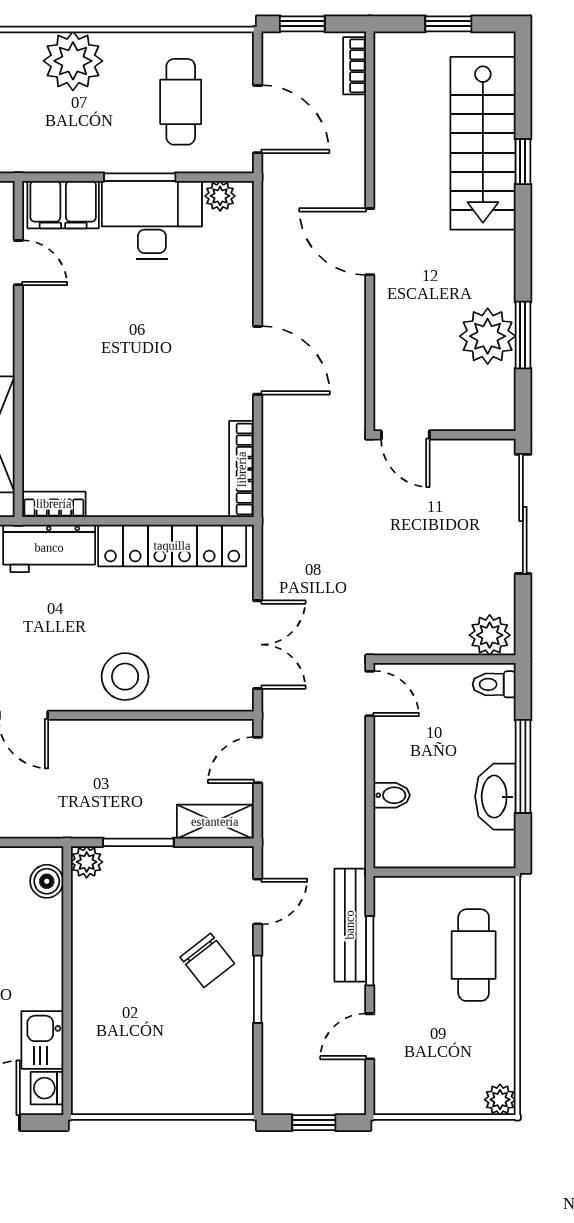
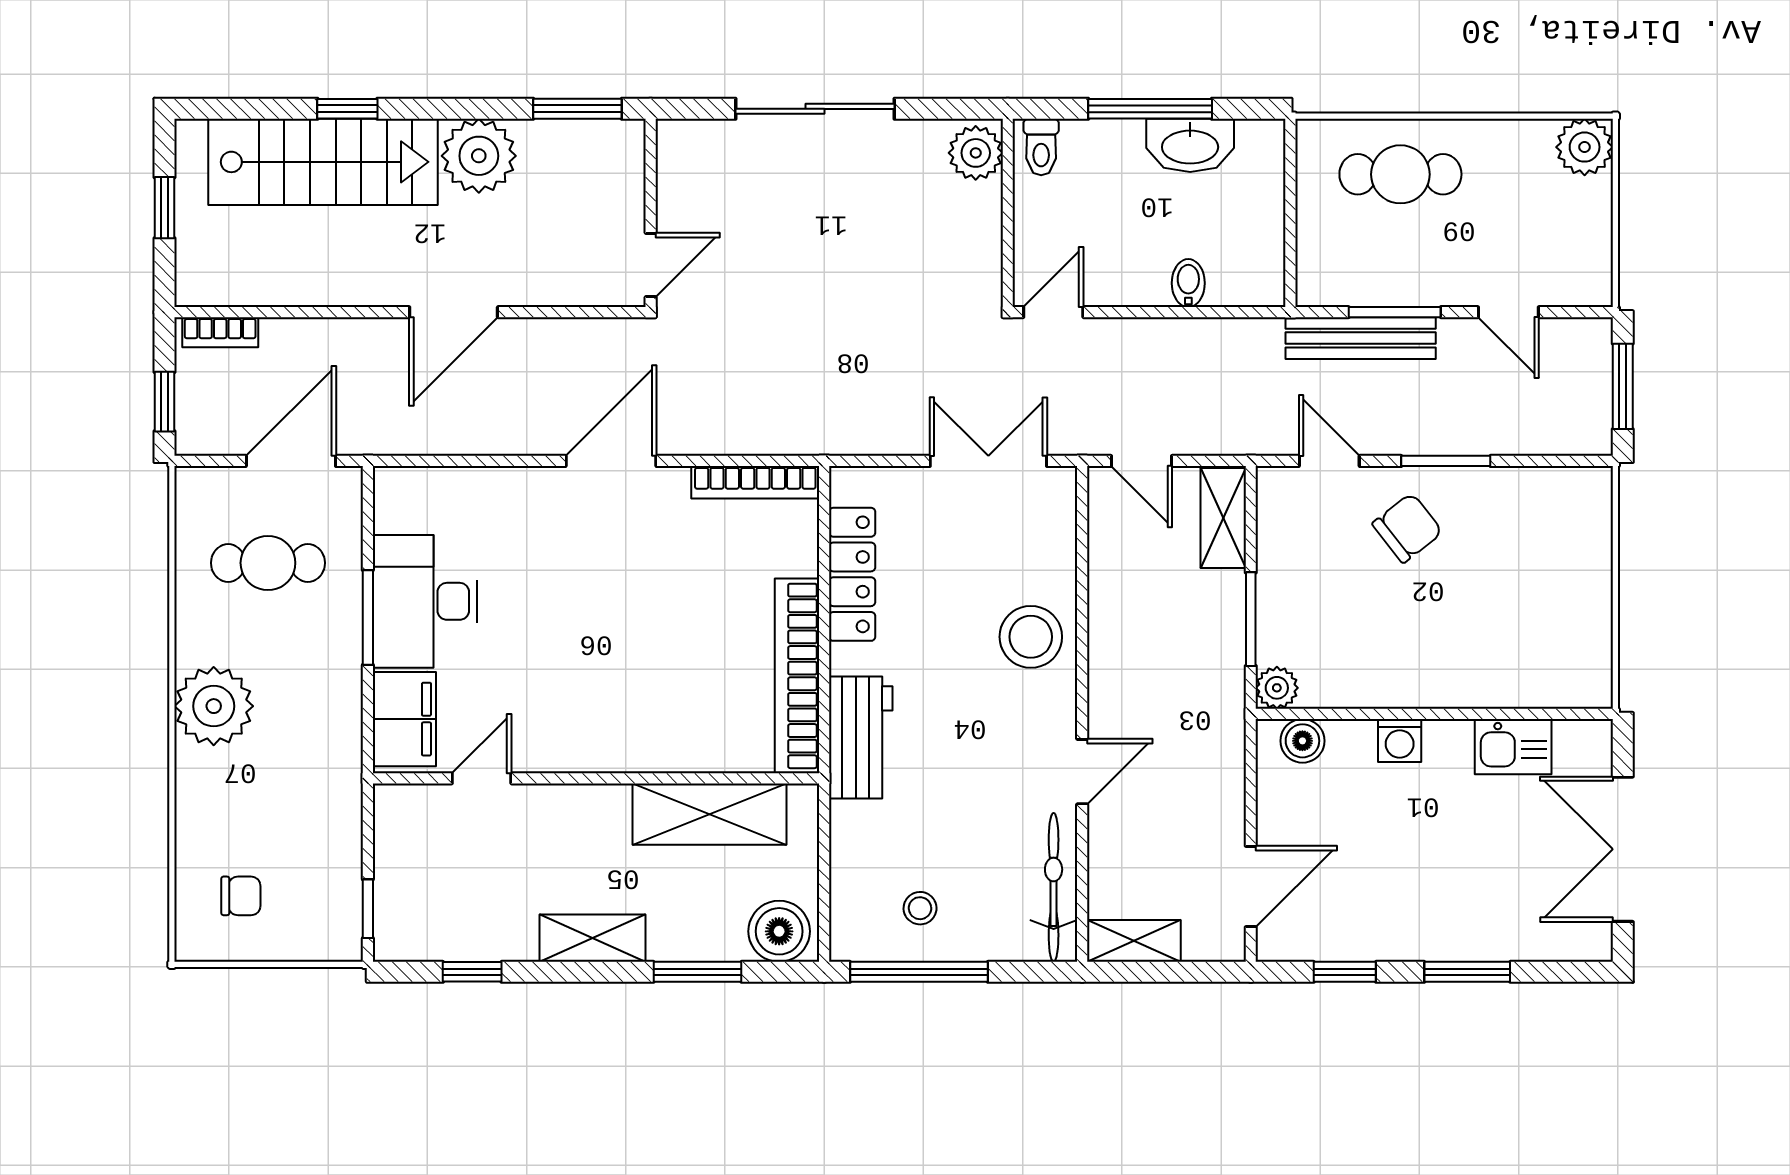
plant: (220, 196) -> (393, 511), removed
plant: (488, 336) -> (479, 156), moved
door: (405, 435) -> (651, 265), moved
wall: (444, 435) -> (651, 213), moved
bookcase: (54, 504) -> (797, 676), width x2.31, depth x1.31
locker: (172, 546) -> (852, 574), width x0.71, depth x0.83
washing machine: (47, 1088) -> (1400, 740), moved
plant: (500, 1100) -> (1585, 147), width x1.38, depth x1.38
window: (314, 1123) -> (1623, 386), width x1.50

